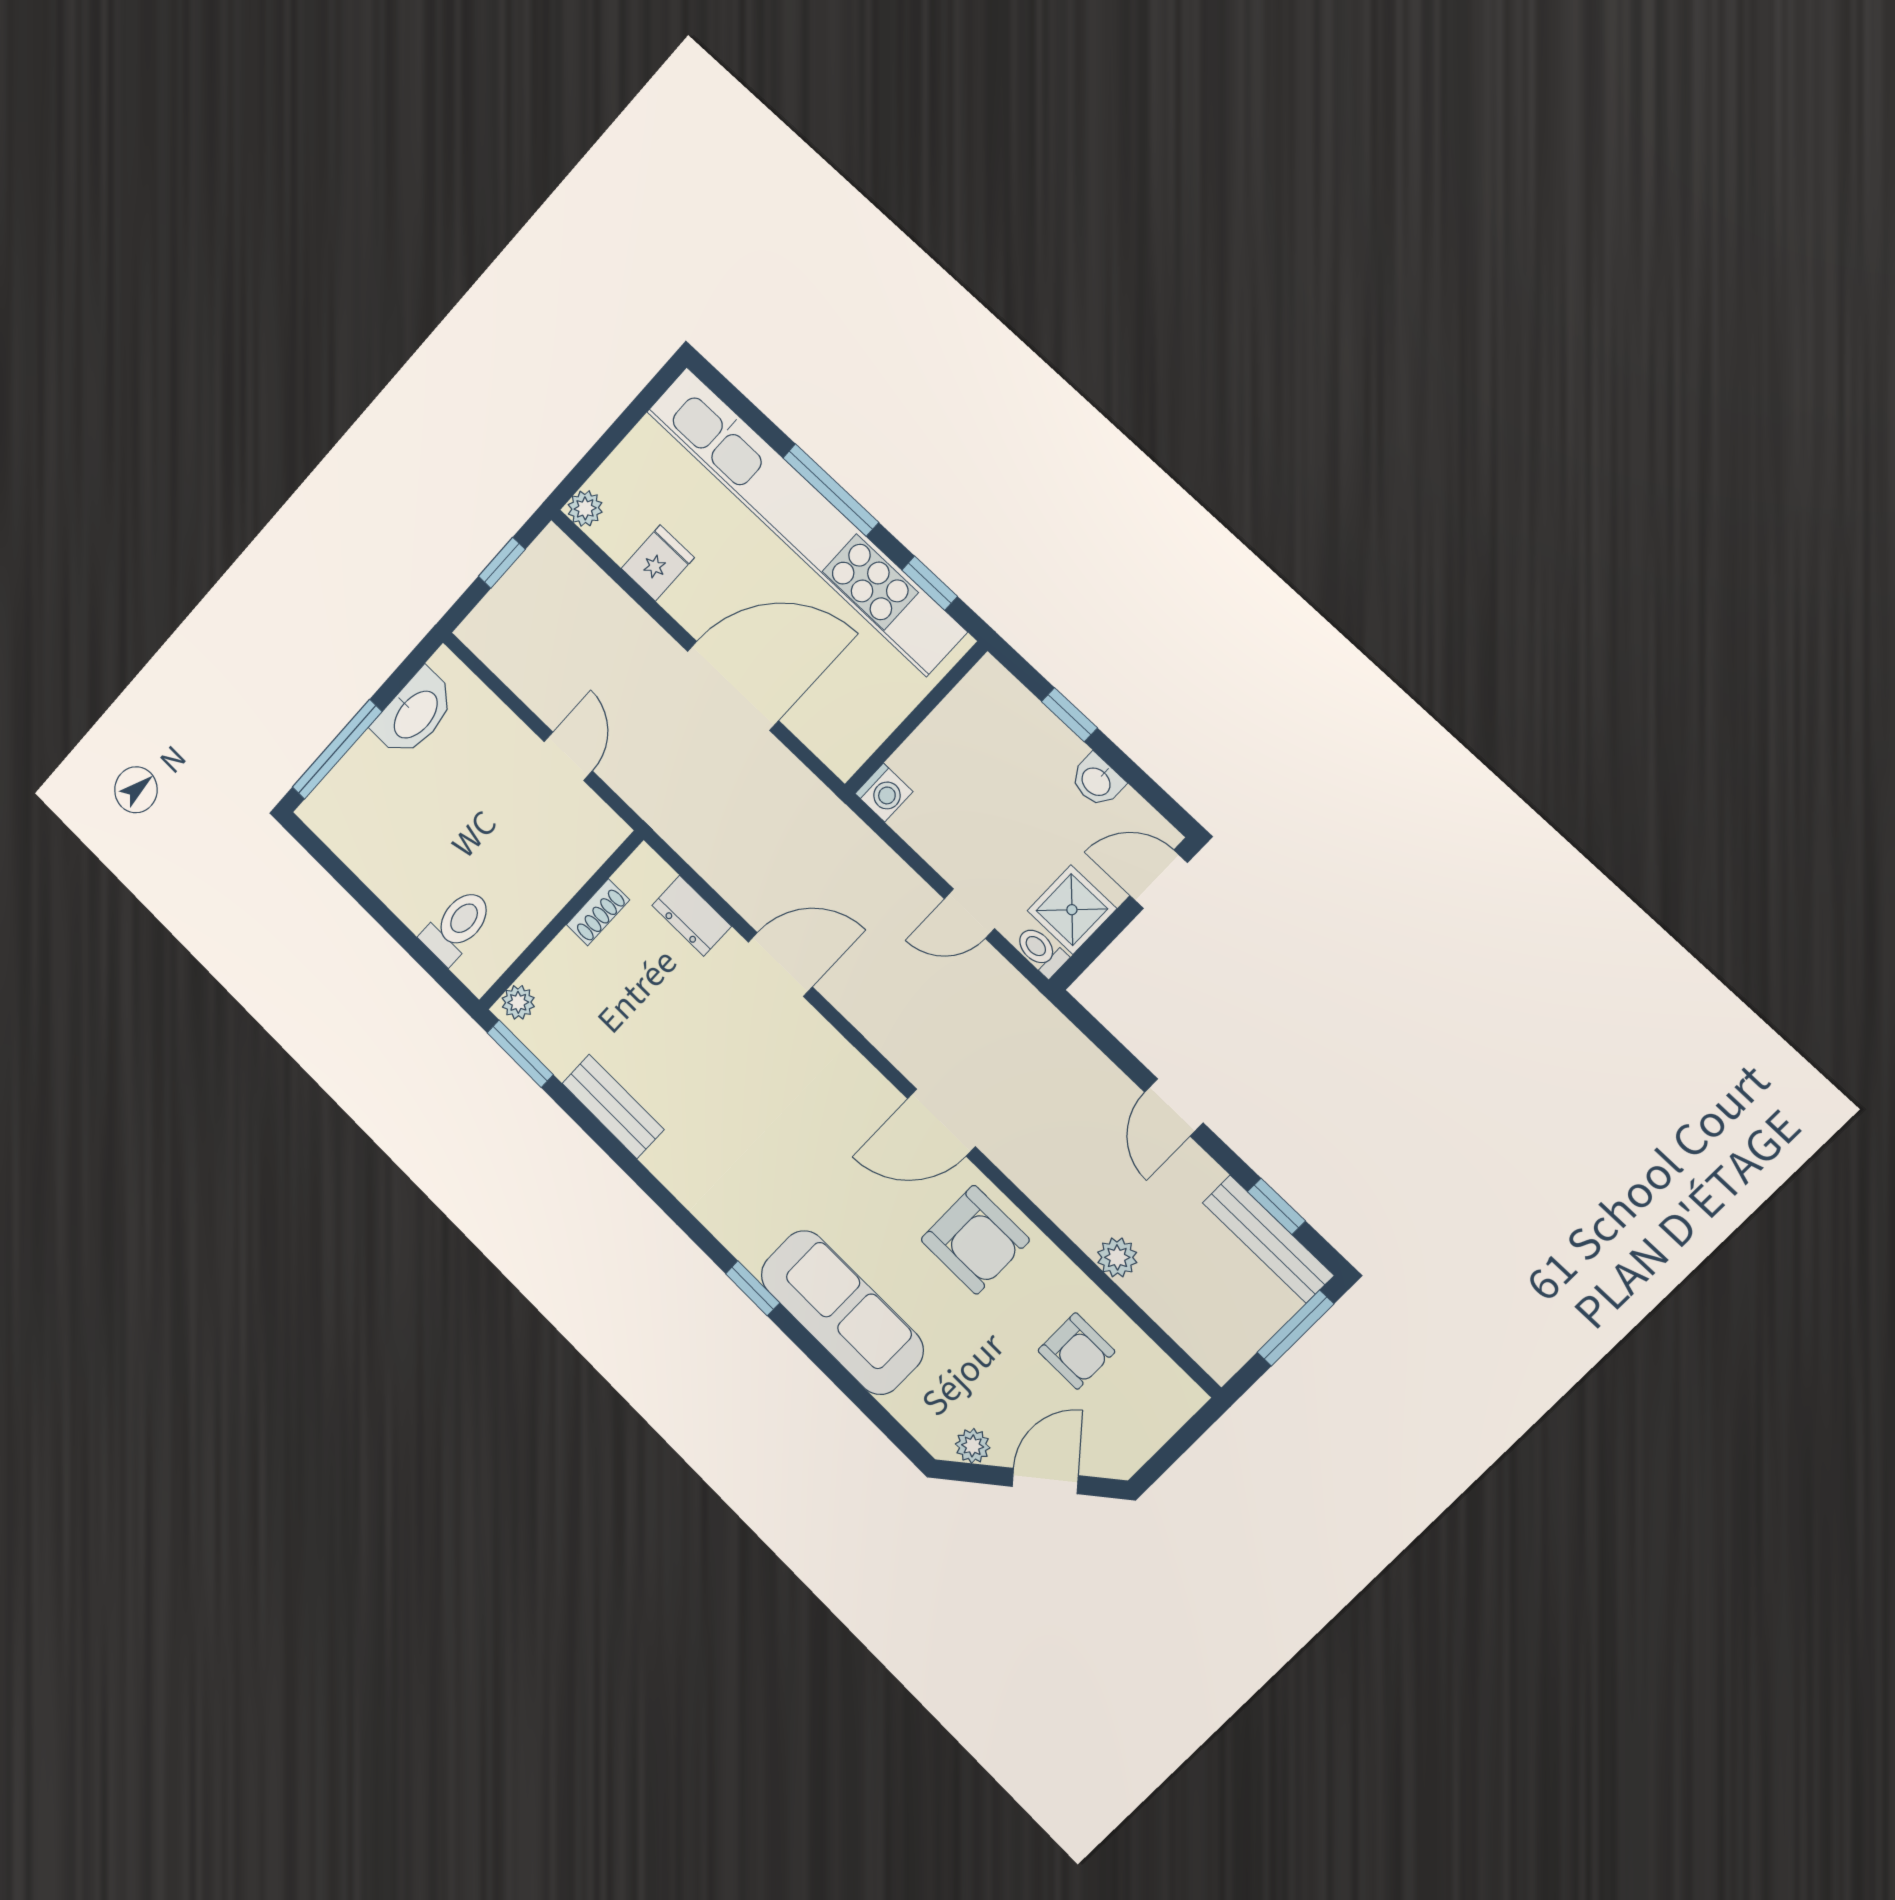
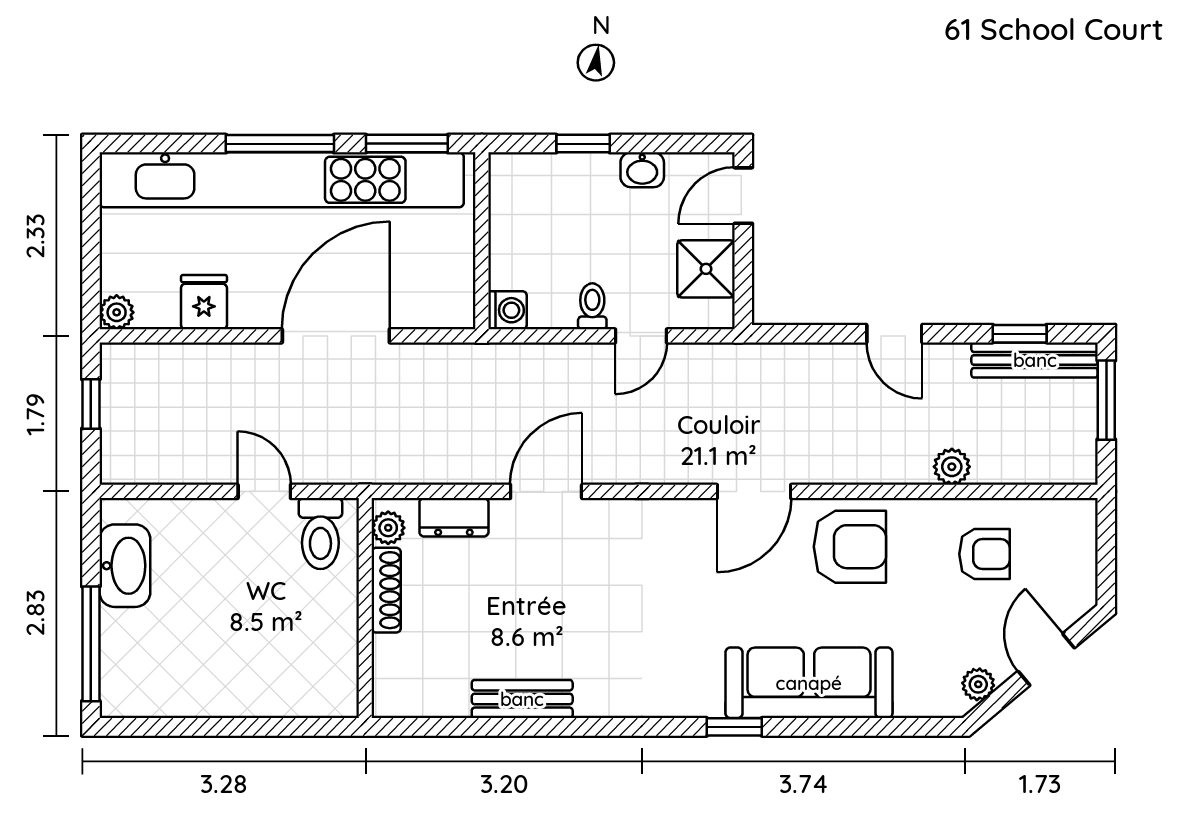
window: (930, 583) -> (407, 144), width x1.50
shoe rack: (598, 912) -> (386, 590), width x1.43
toilet: (457, 926) -> (320, 534), moved, turned 180
toilet: (1041, 951) -> (592, 306), moved, turned 90
plant: (518, 1002) -> (388, 528), moved
window: (520, 1054) -> (423, 727), removed

